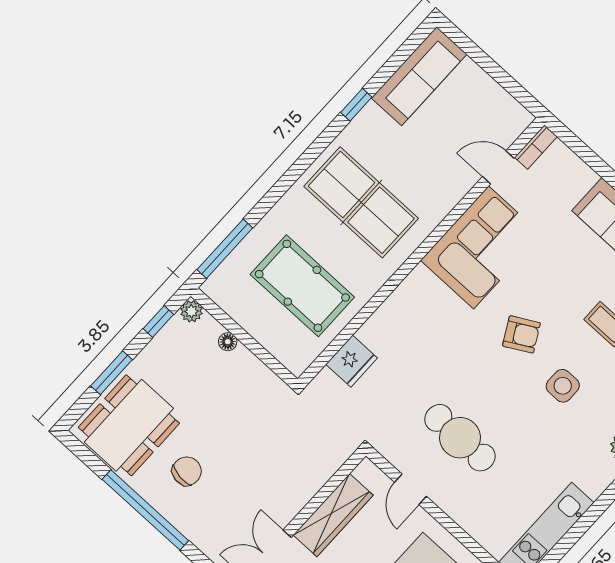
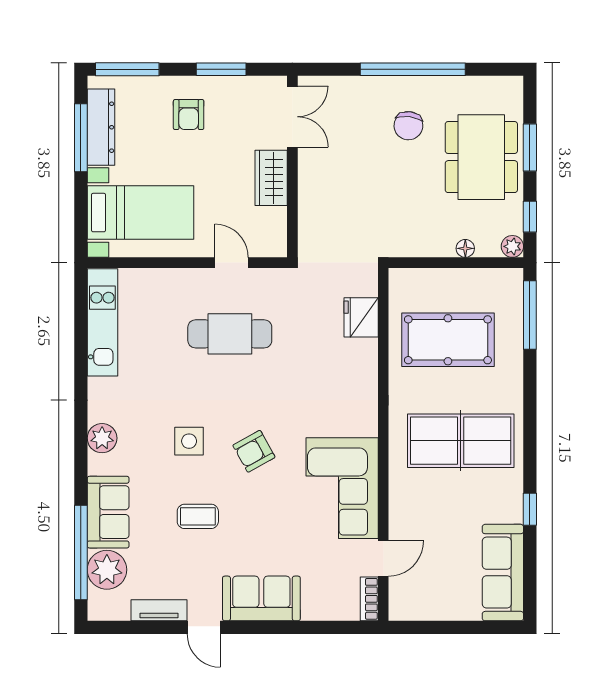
dining table: (129, 425) -> (481, 157), moved
wardrobe: (333, 515) -> (271, 178), width x0.67

